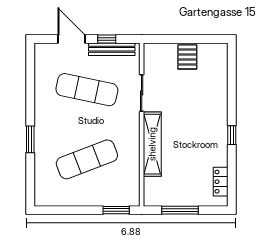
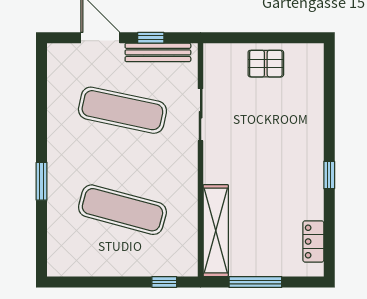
pallet: (187, 57) -> (266, 64), turned 90
shelving: (152, 144) -> (216, 231), moved
exercise mat: (87, 159) -> (122, 210), turned 36
window: (116, 210) -> (164, 282), width x0.67

